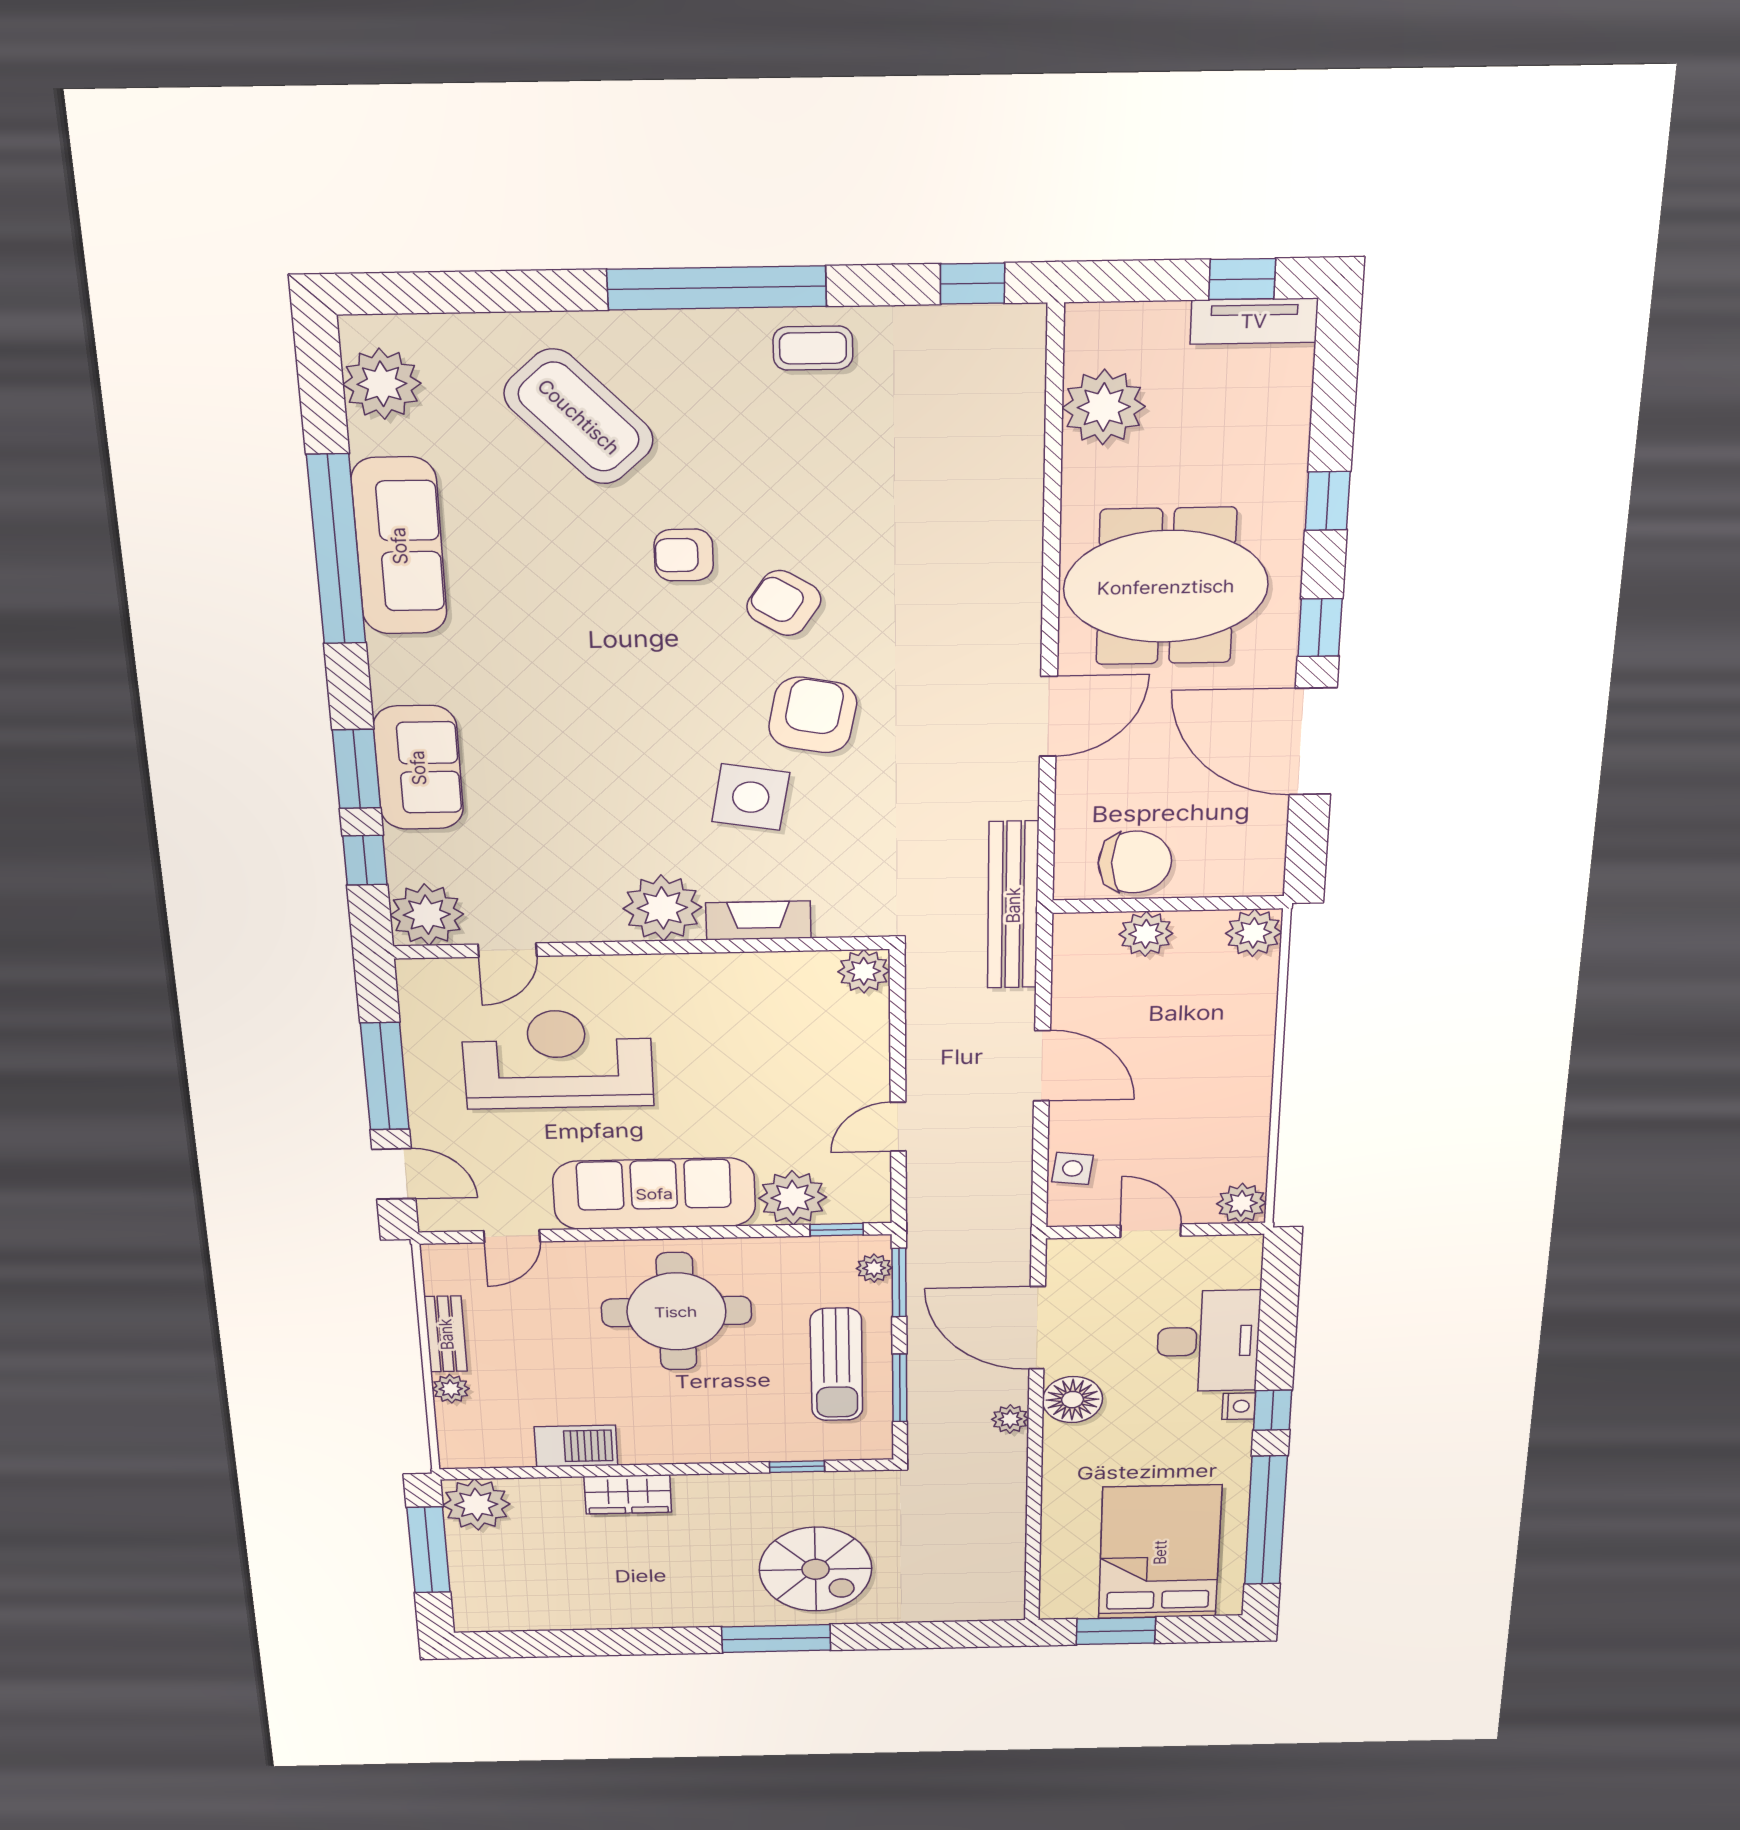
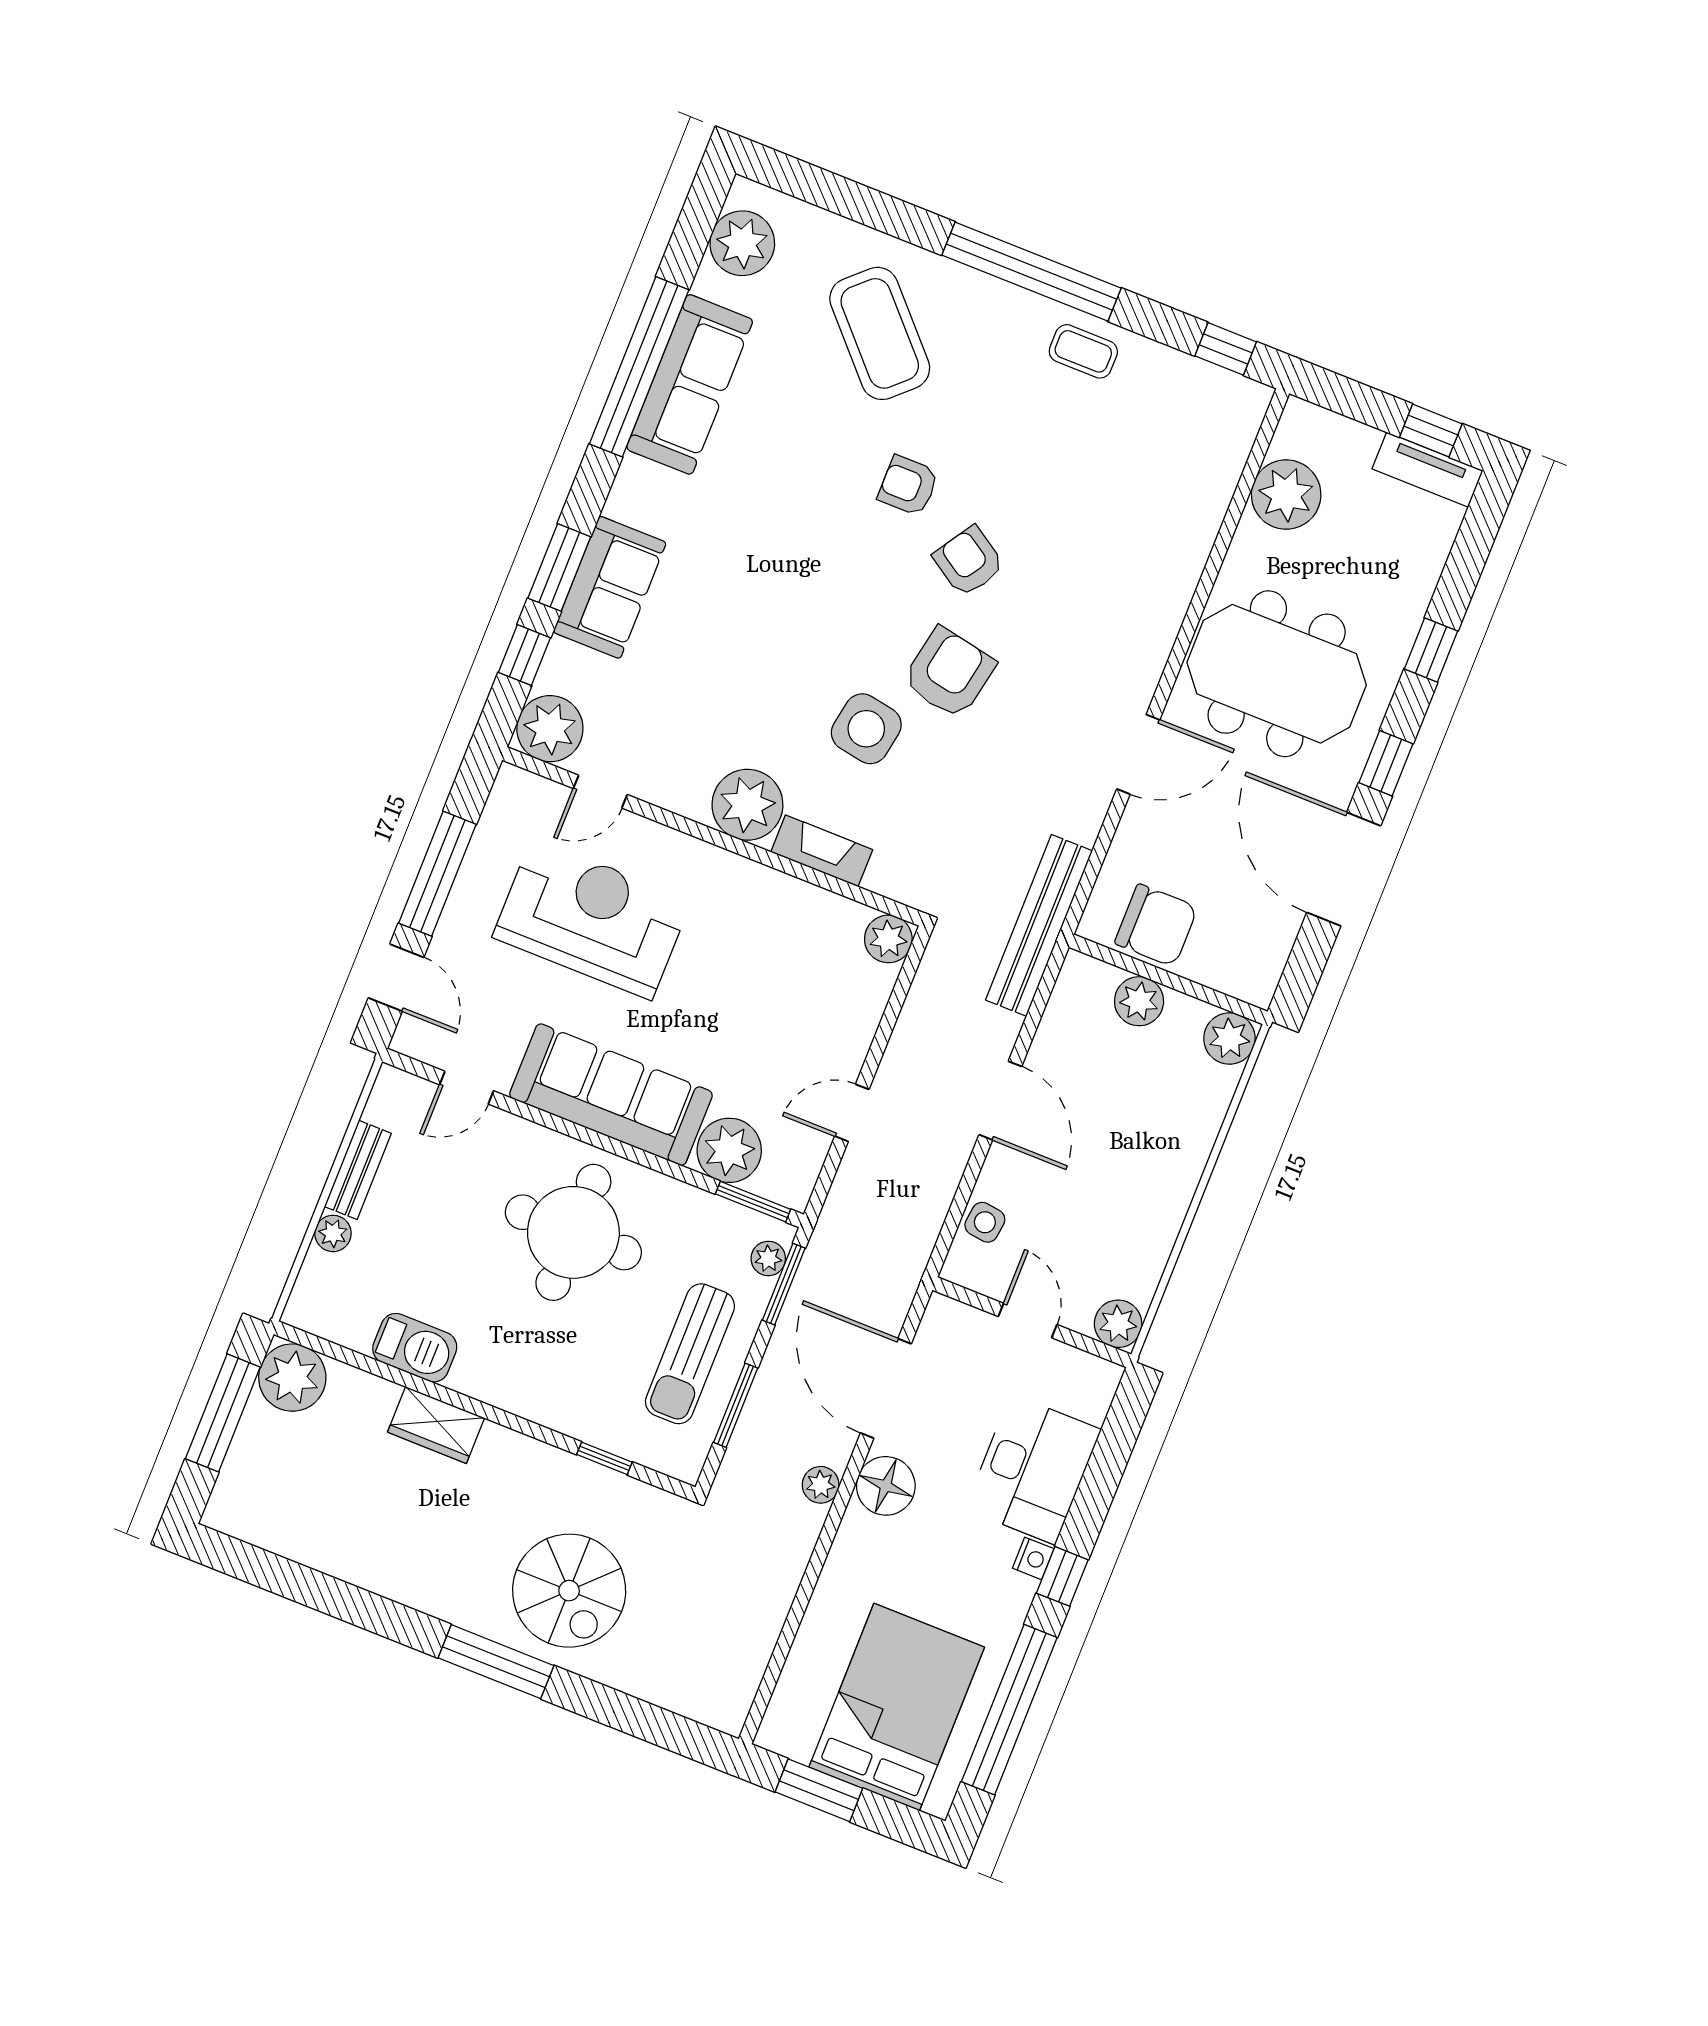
window: (837, 1230) -> (753, 1202), width x1.50

